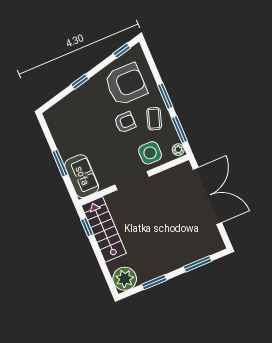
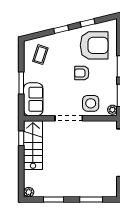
window: (122, 51) -> (88, 23), moved
coffee table: (154, 119) -> (40, 55), moved
armchair: (125, 122) -> (82, 73), turned 180
plant: (125, 279) -> (29, 192), width x0.53, depth x0.53

